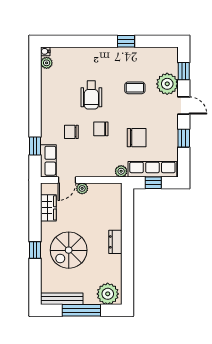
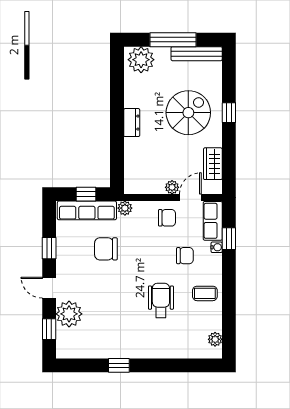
water cooler: (45, 51) -> (217, 247), moved
coffee table: (135, 88) -> (205, 293), moved
chair: (101, 129) -> (167, 218), moved

